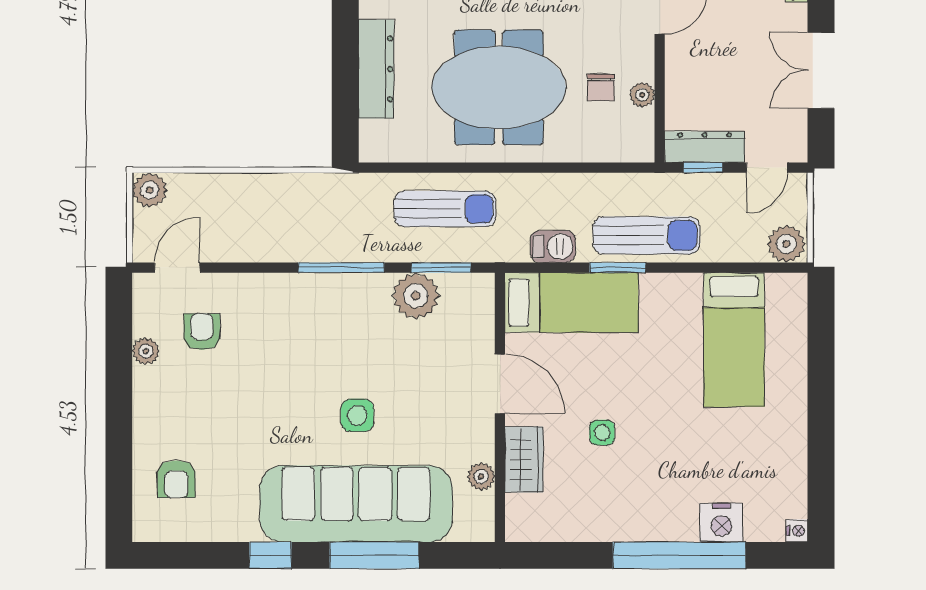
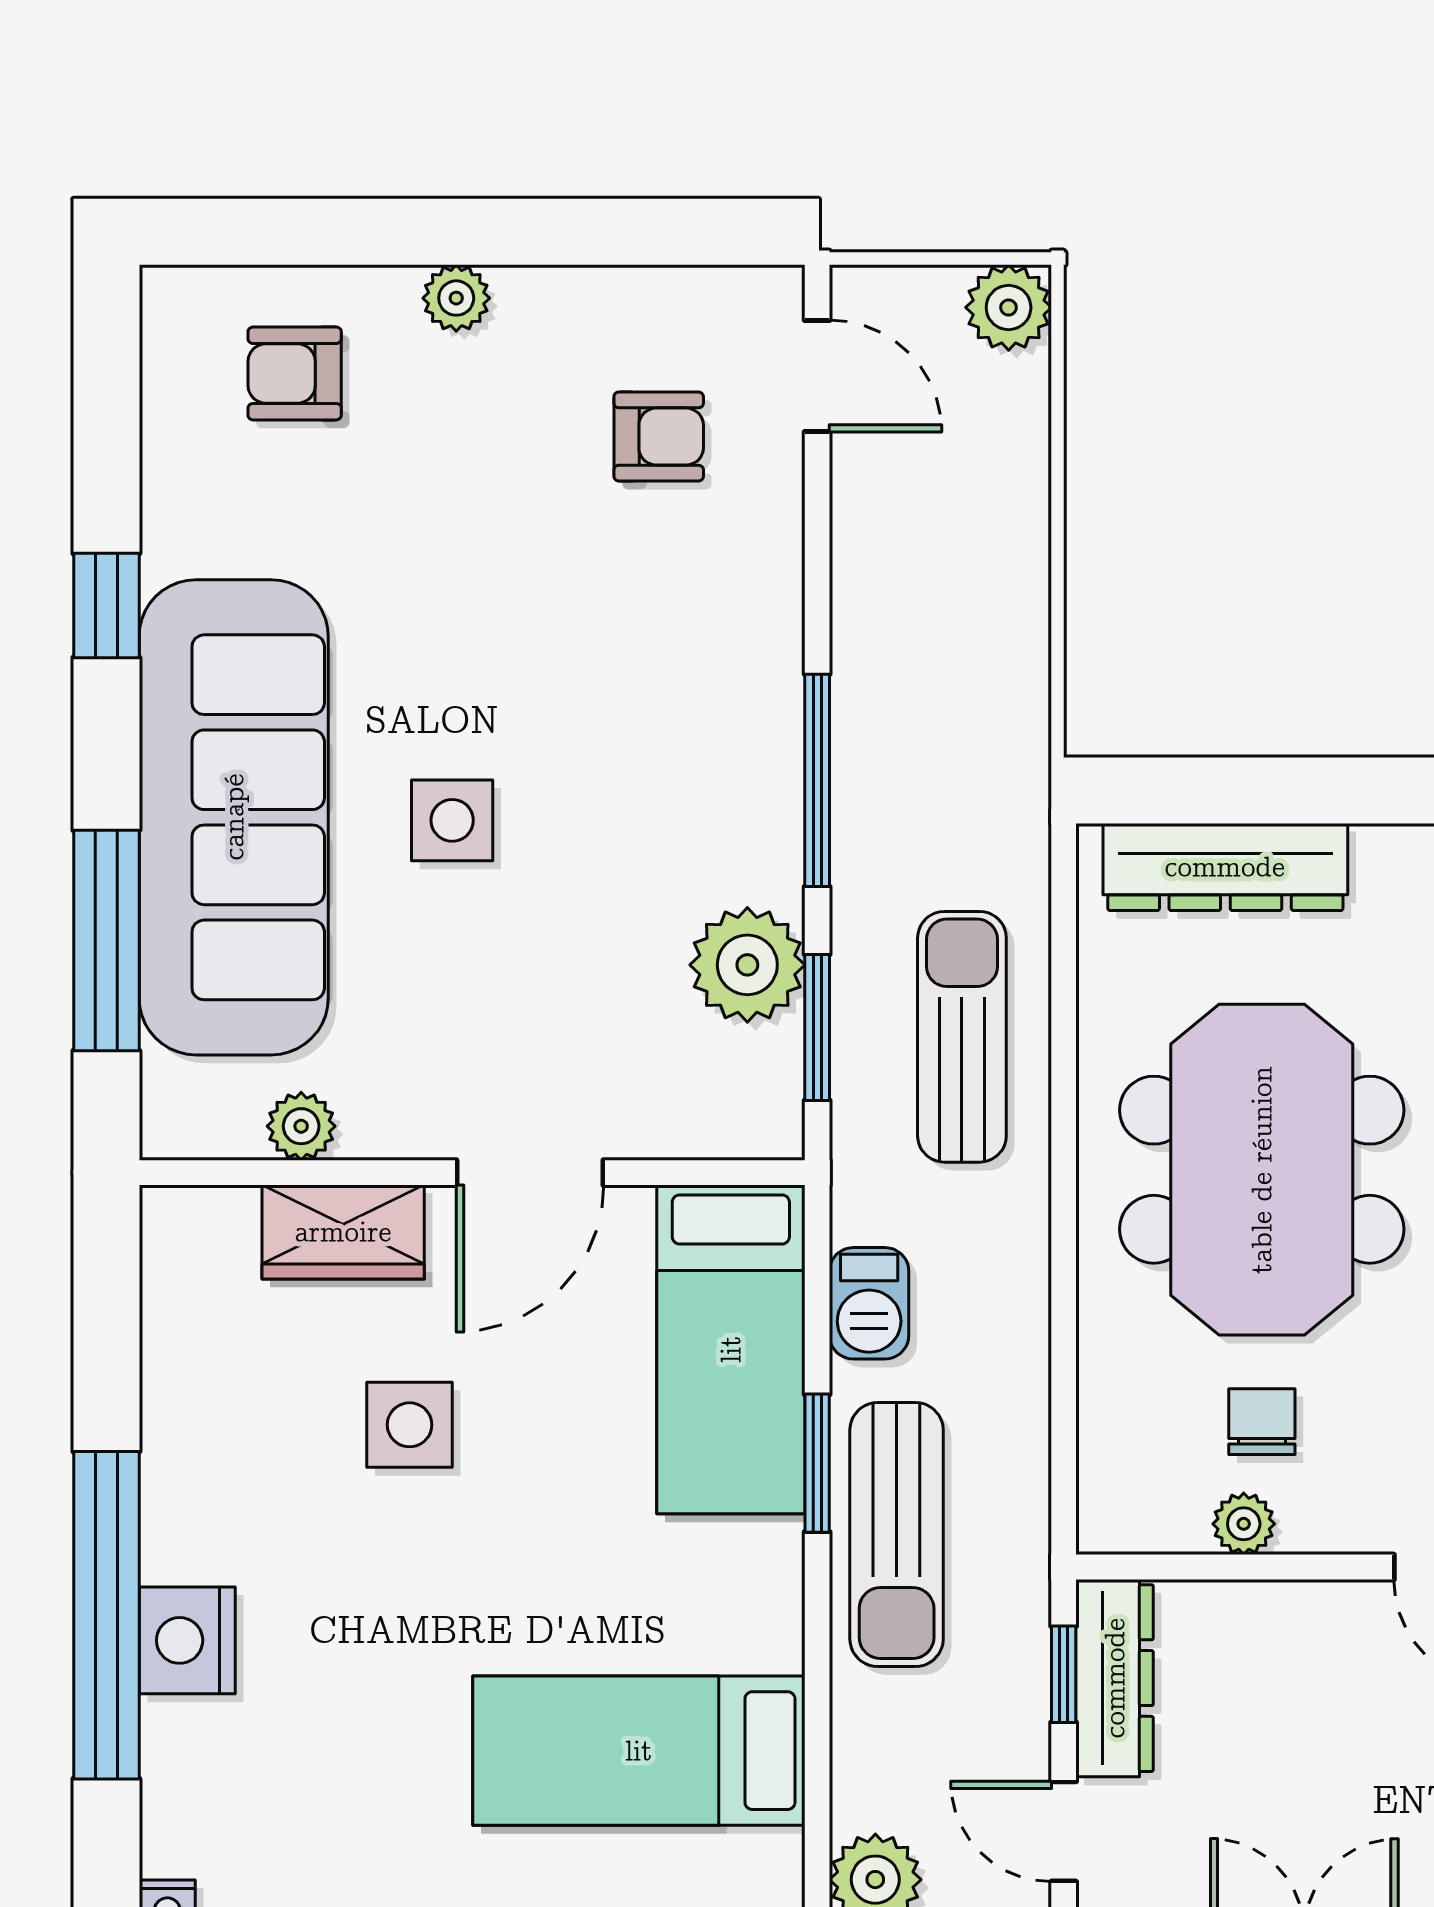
dresser: (376, 69) -> (1225, 867), moved
chair: (601, 87) -> (1262, 1422), turned 90
sun lounger: (445, 209) -> (962, 1037), turned 180
plant: (146, 351) -> (456, 298), moved
side table: (602, 433) -> (410, 1425), width x1.37, depth x1.37
nightstand: (721, 523) -> (187, 1640), moved
window: (374, 555) -> (106, 941), moved

